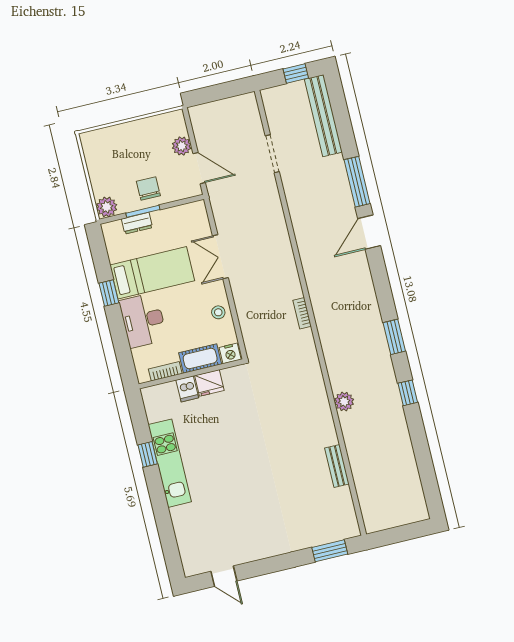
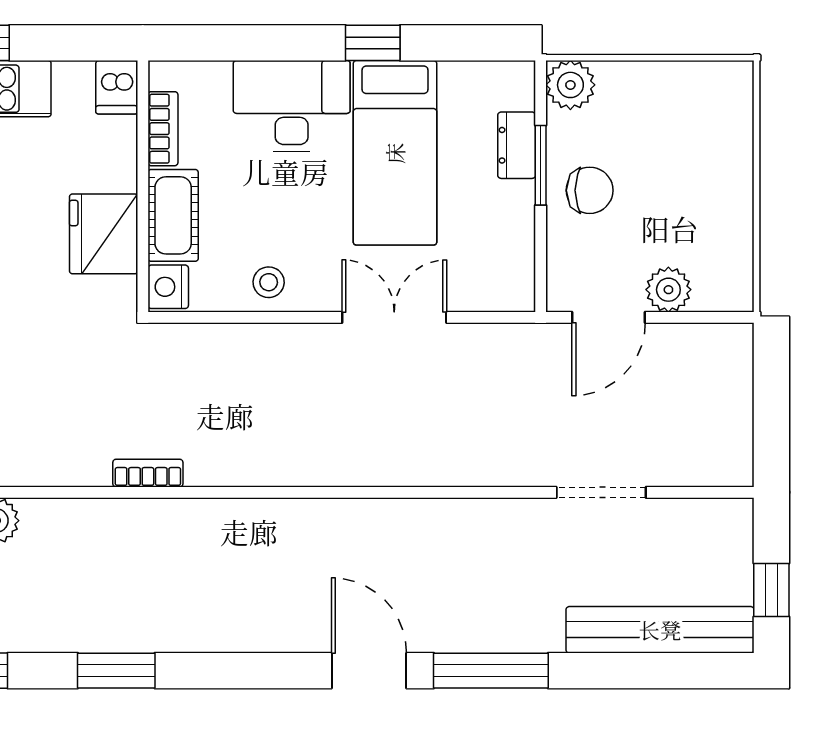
bookcase: (302, 313) -> (148, 473), moved
fridge: (209, 383) -> (104, 234), width x1.36, depth x1.34
dishwasher: (187, 389) -> (117, 87), moved, turned -90

